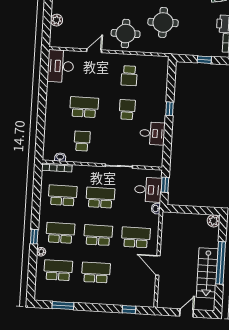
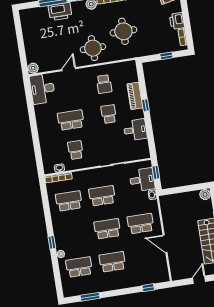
plant: (57, 20) -> (33, 68), moved
piano: (160, 96) -> (135, 96), added
school desk: (60, 233) -> (74, 234), removed

